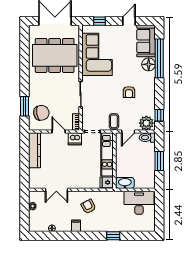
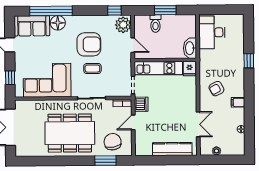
dining table: (55, 55) -> (70, 133), moved, turned 90
armchair: (129, 92) -> (89, 44), width x1.88, depth x1.88
coffee table: (114, 121) -> (92, 69), moved
toilet: (147, 138) -> (155, 24), moved
kitchen counter: (34, 150) -> (172, 149), moved

